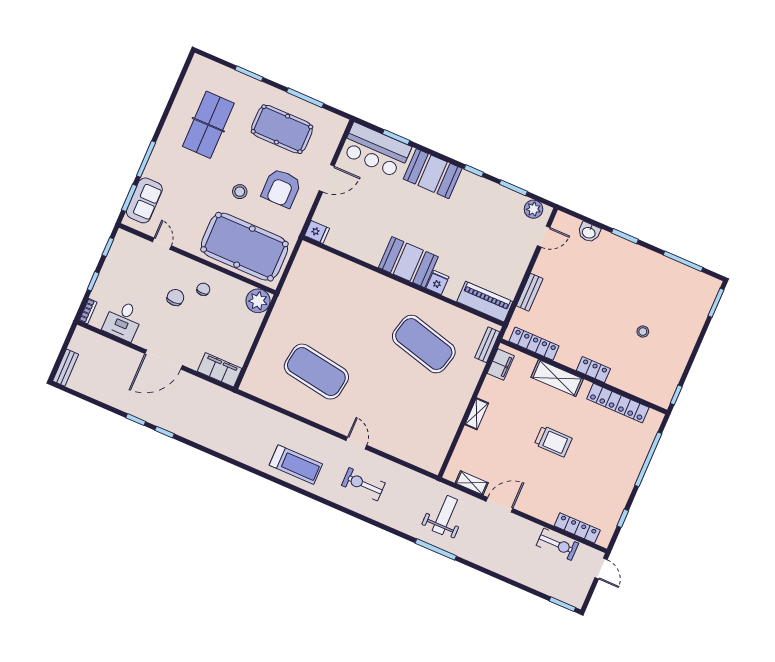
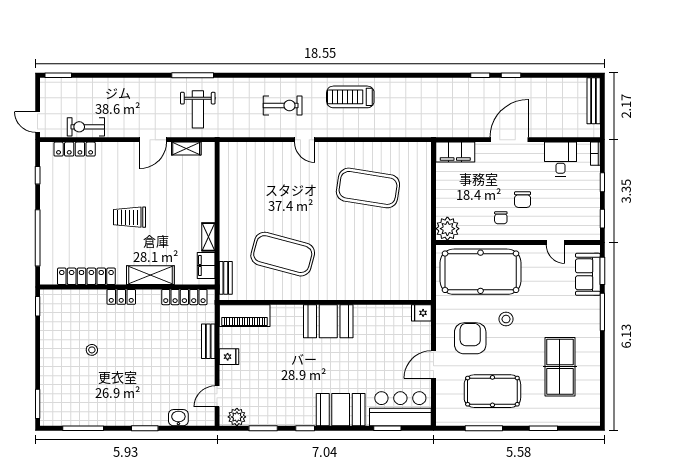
fridge: (437, 283) -> (229, 357), moved, turned -90
bench: (66, 368) -> (594, 101), width x1.36
shelving: (477, 414) -> (208, 237), moved

